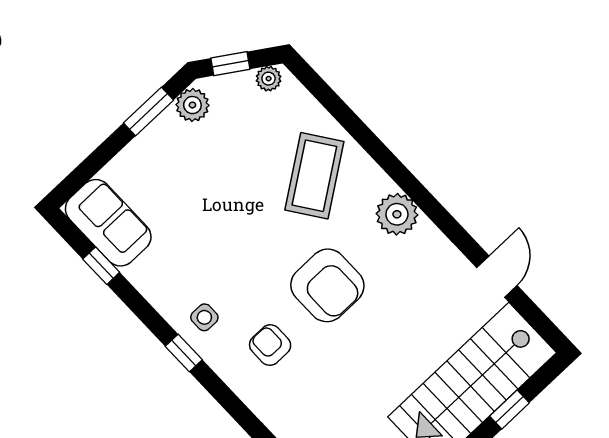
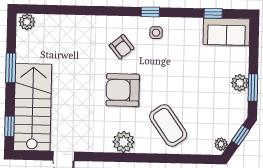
plant: (192, 105) -> (240, 83), moved
armchair: (270, 345) -> (122, 47), turned 51
window: (510, 409) -> (9, 126), moved

